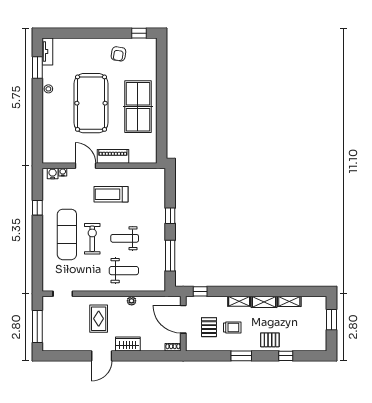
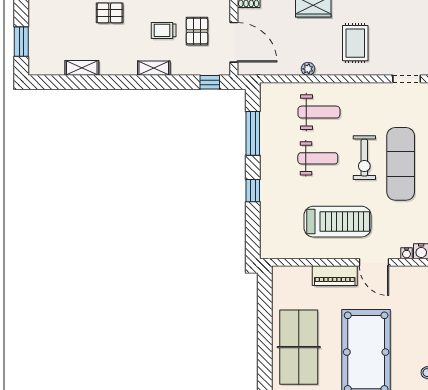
treadmill: (111, 194) -> (337, 222), width x1.37, depth x1.38
weight bench: (124, 271) -> (319, 112), turned 180
shelving: (264, 302) -> (118, 67), removed

